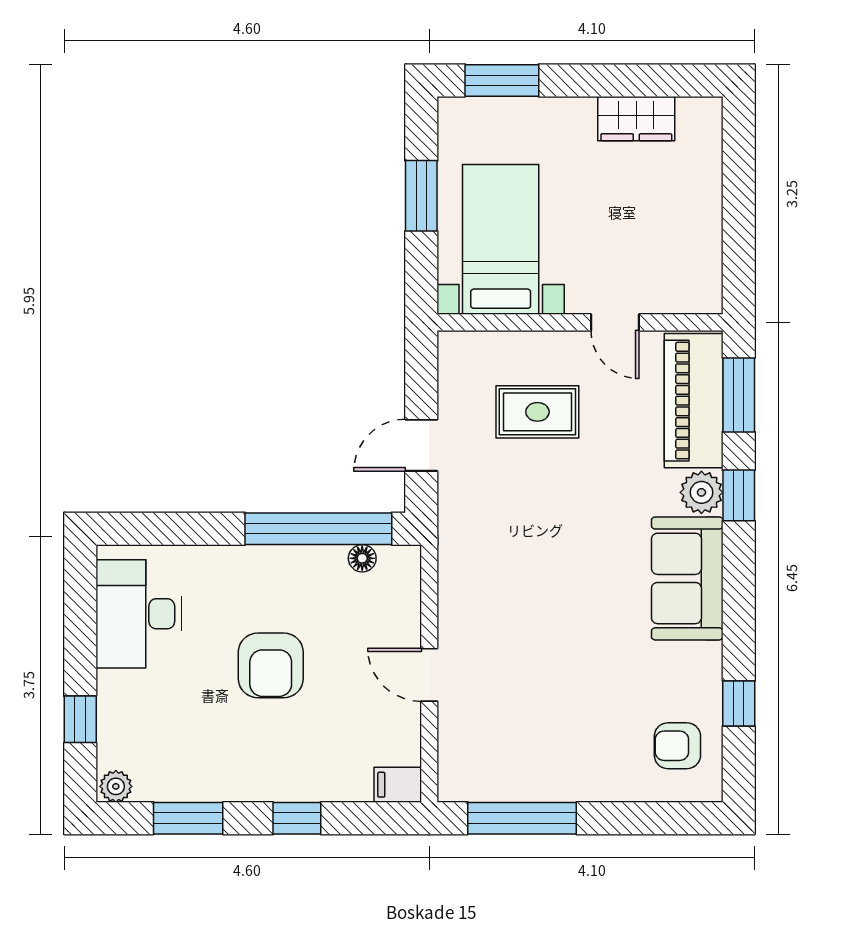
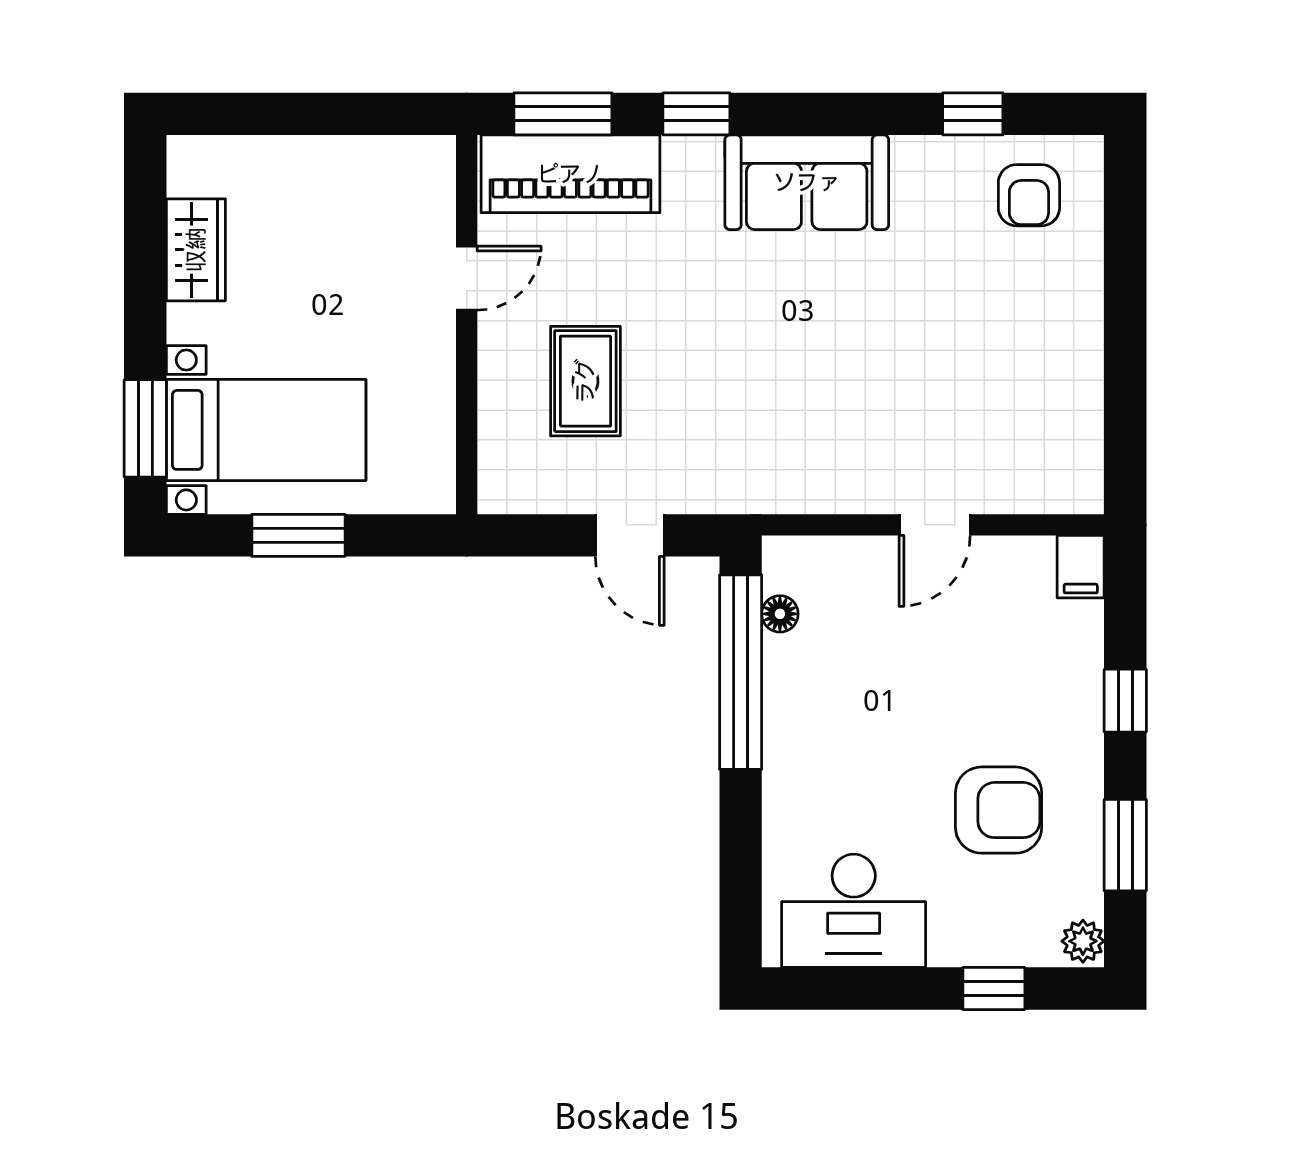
bed with nightstands: (501, 239) -> (266, 430), moved, turned 180
plant: (701, 492) -> (692, 163), removed
armchair: (271, 665) -> (999, 810), moved
window: (522, 818) -> (1125, 402), removed

